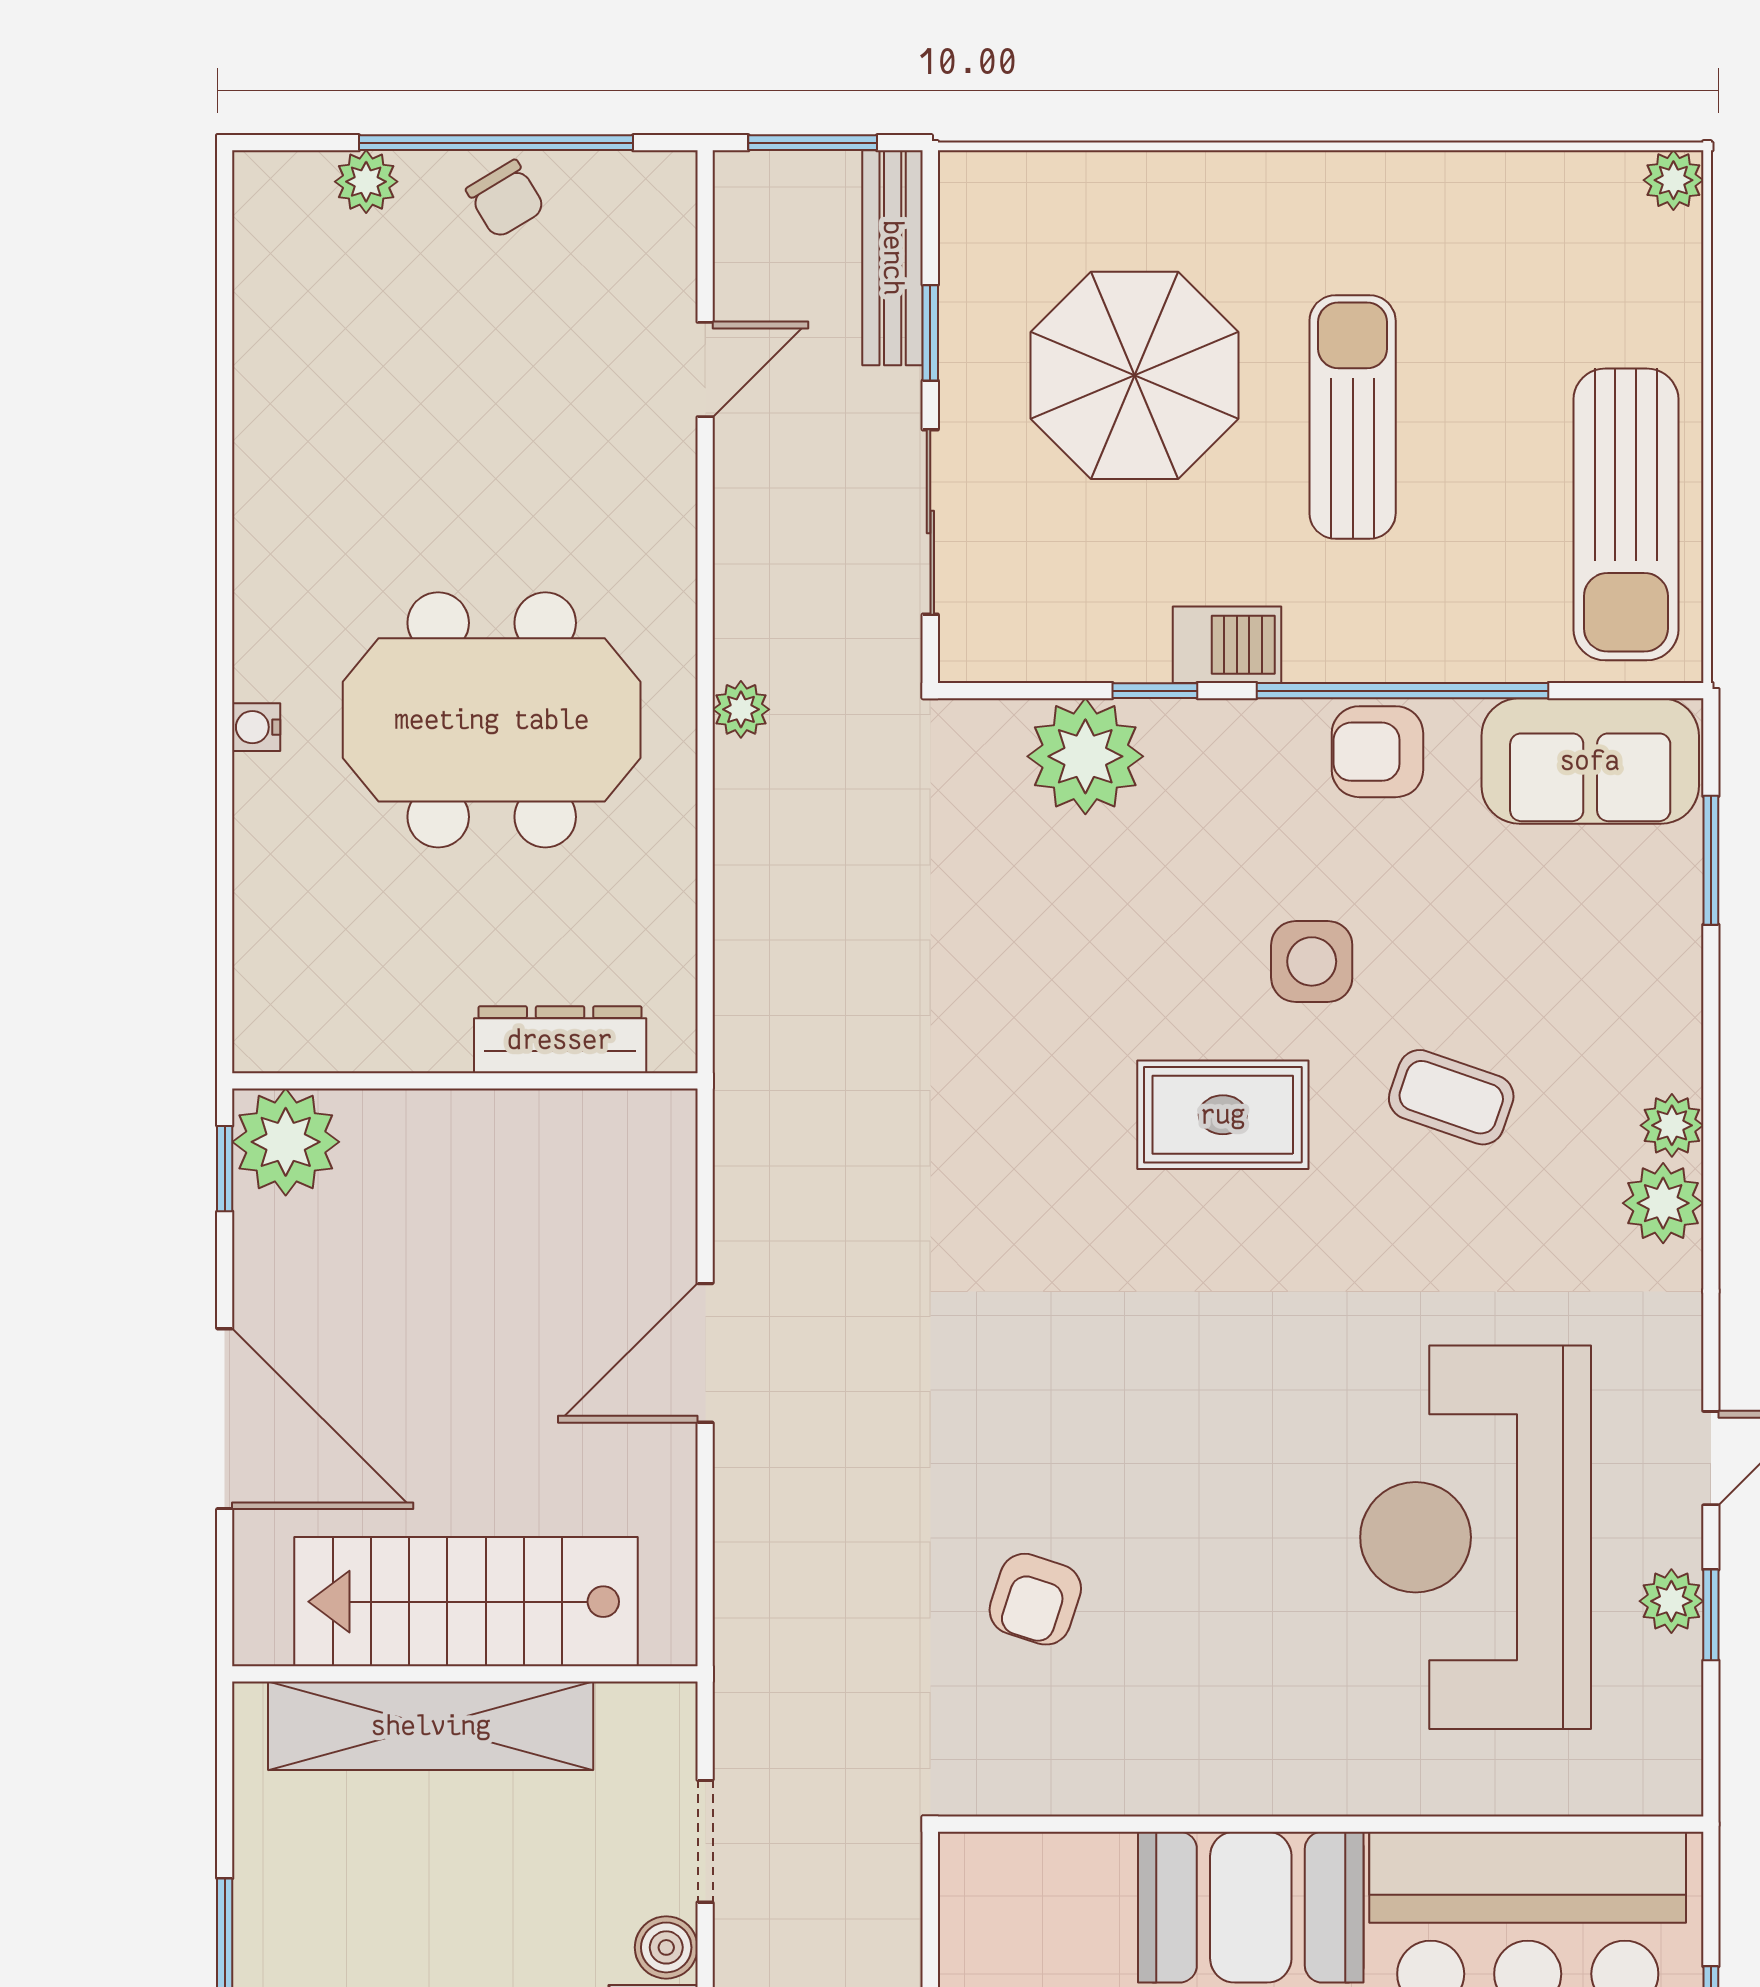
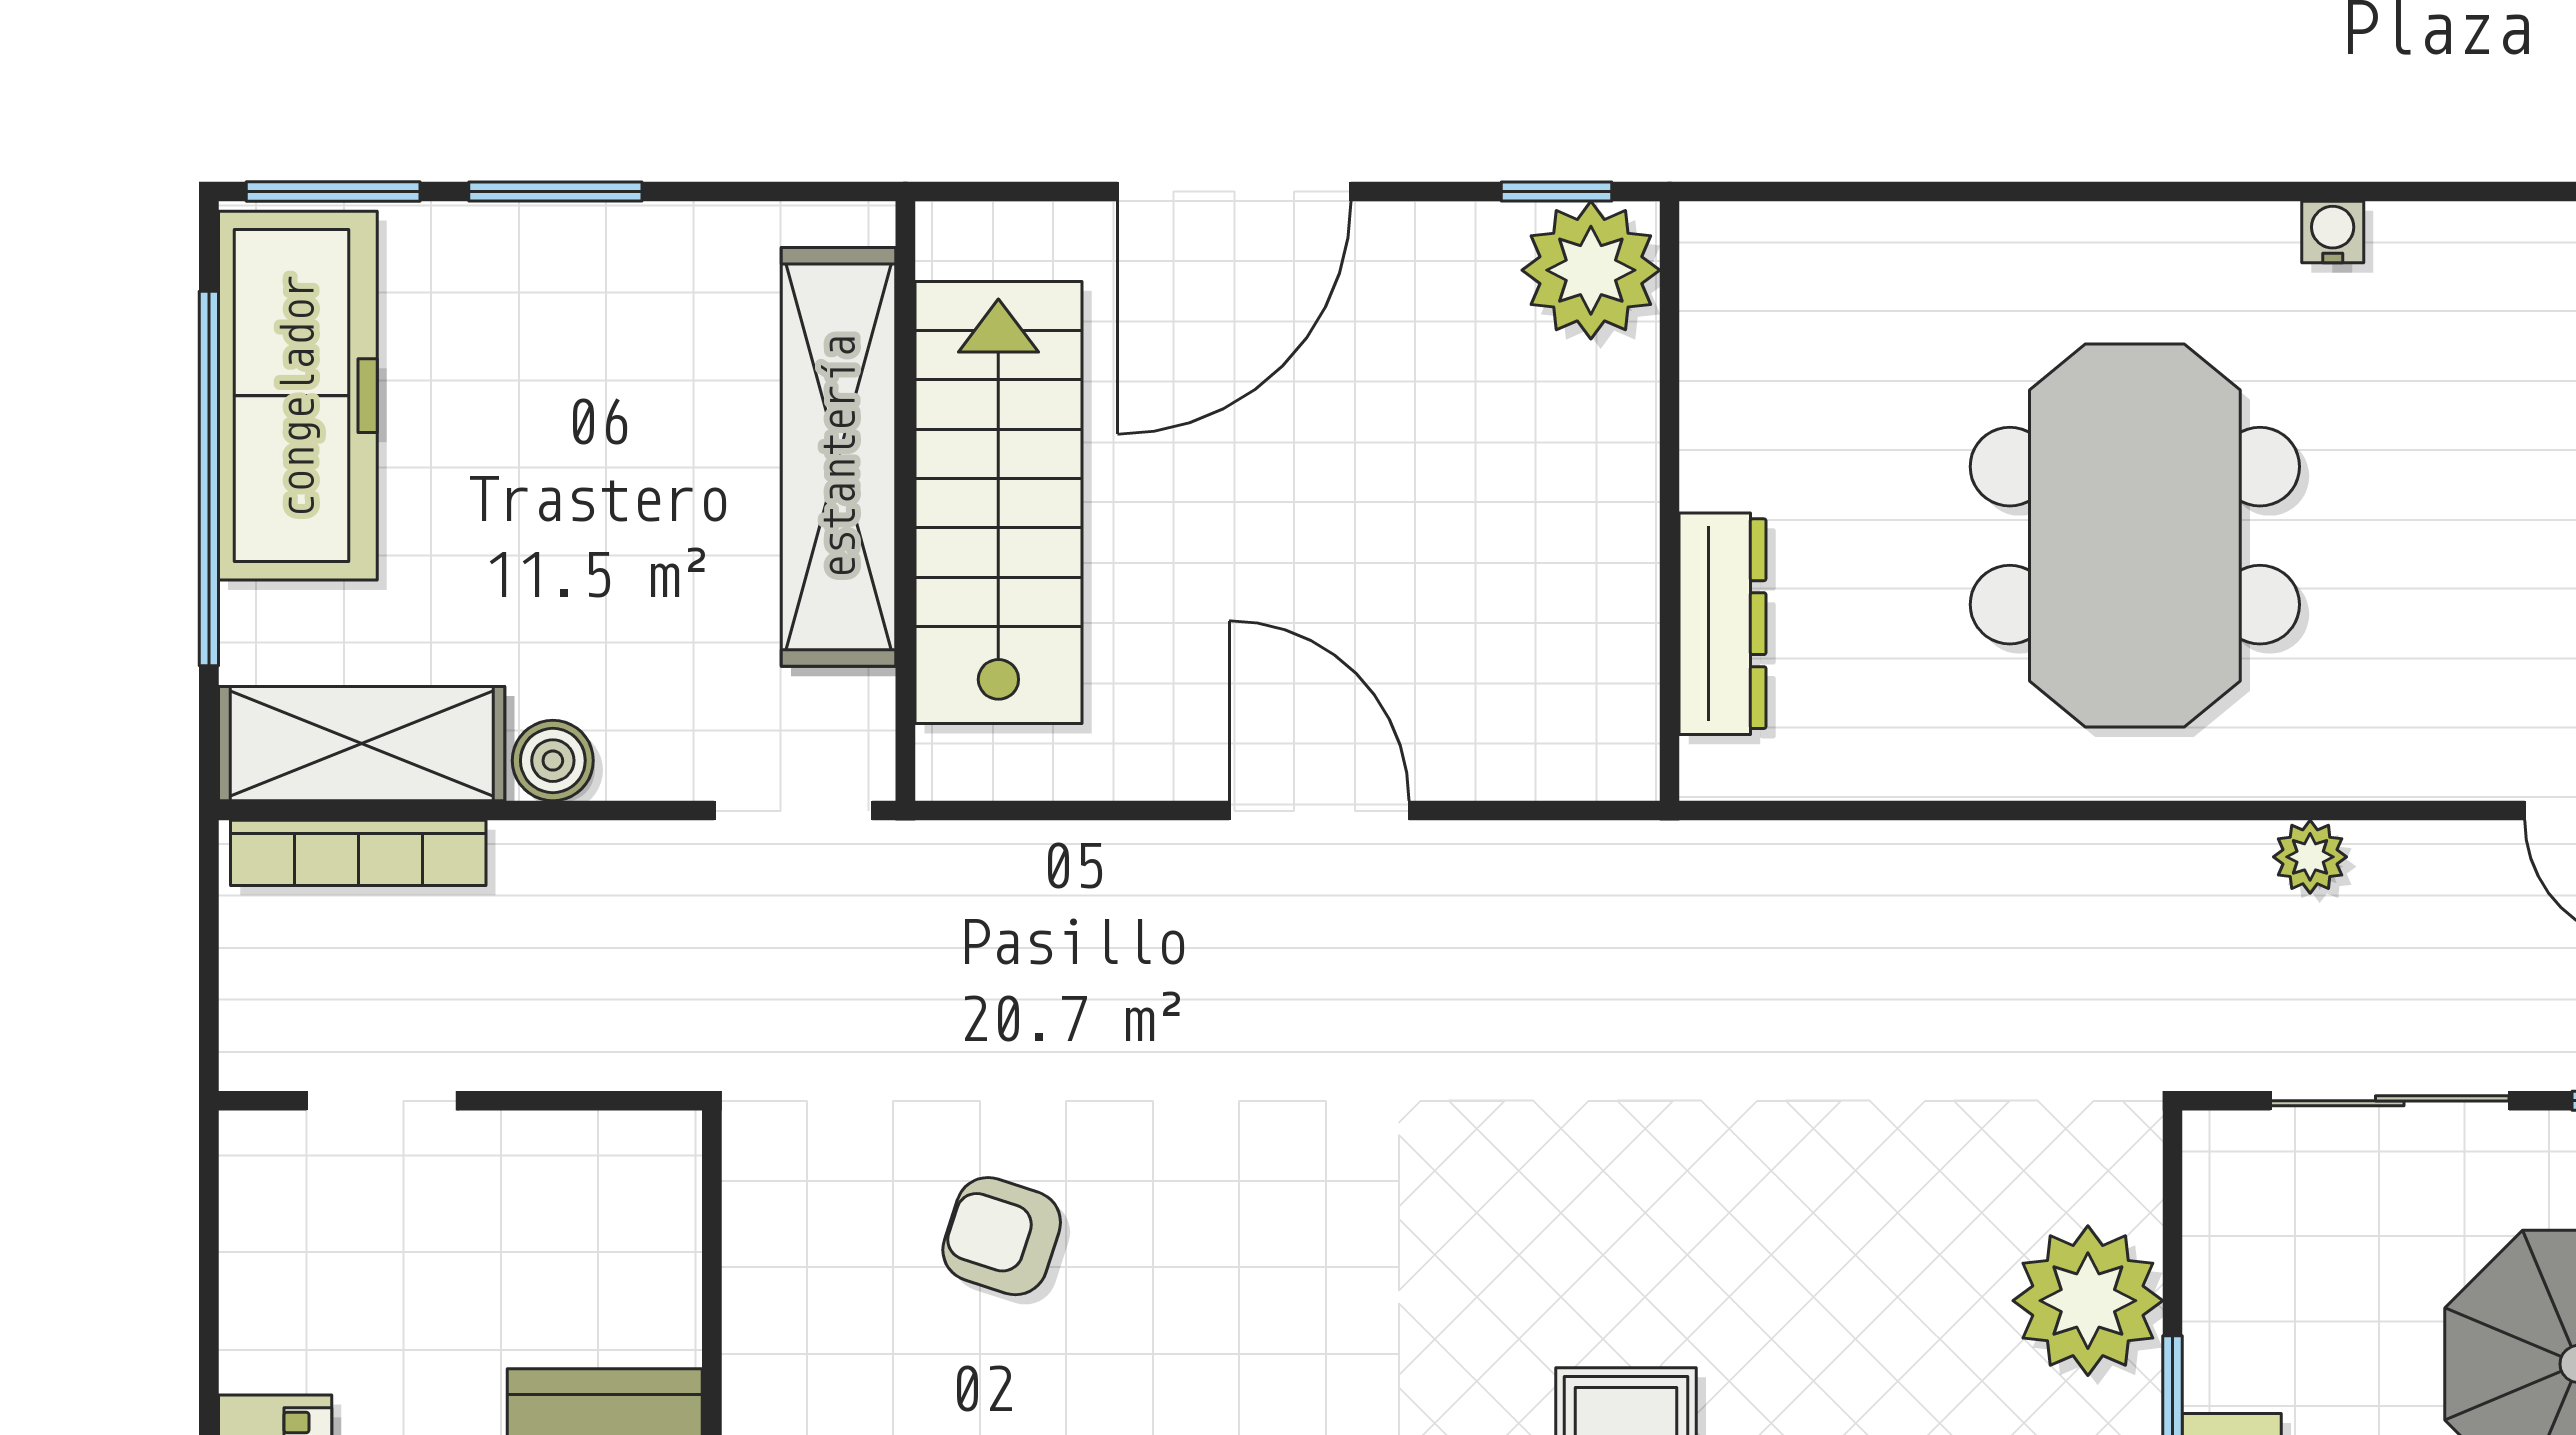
plant: (741, 709) -> (2310, 857), moved
water cooler: (256, 727) -> (2333, 232), moved
doorway: (705, 1841) -> (793, 811), moved

